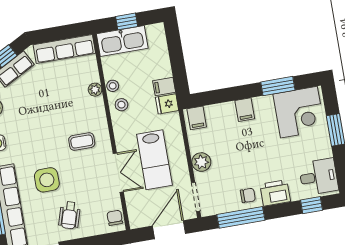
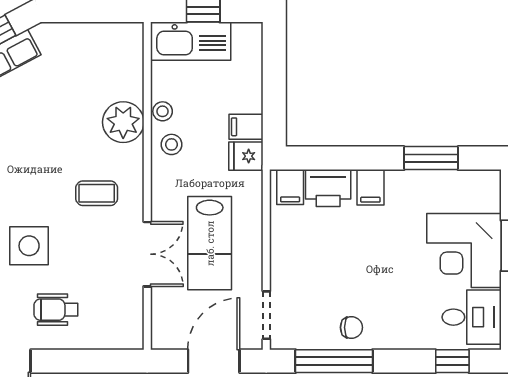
row of seats: (64, 49) -> (94, 38), removed
plant: (95, 90) -> (123, 122), width x1.88, depth x1.88
corner desk: (299, 112) -> (464, 250), moved, turned 90
plant: (201, 162) -> (285, 260), removed
printer: (275, 193) -> (328, 188), moved, turned 180
wheelchair: (70, 215) -> (56, 310), turned 73
chair: (115, 218) -> (129, 326), removed

